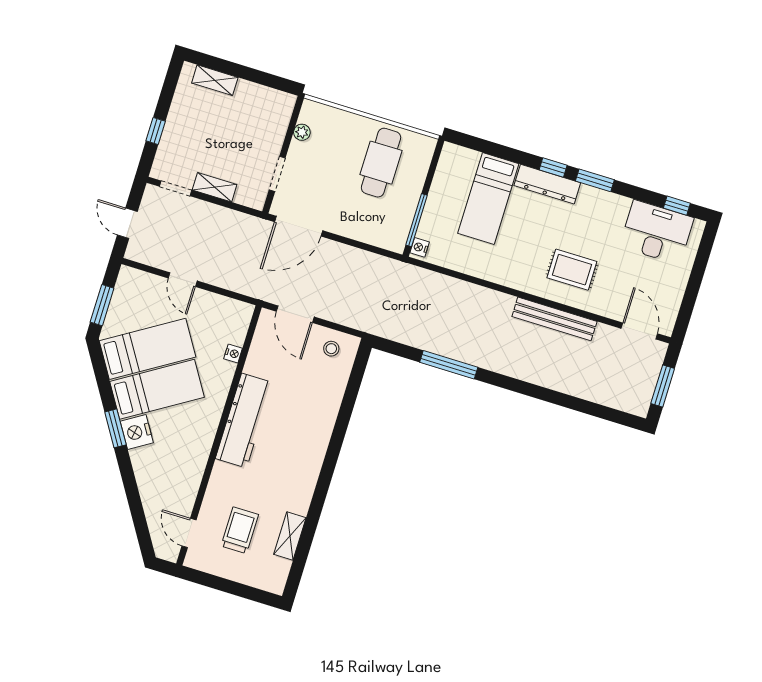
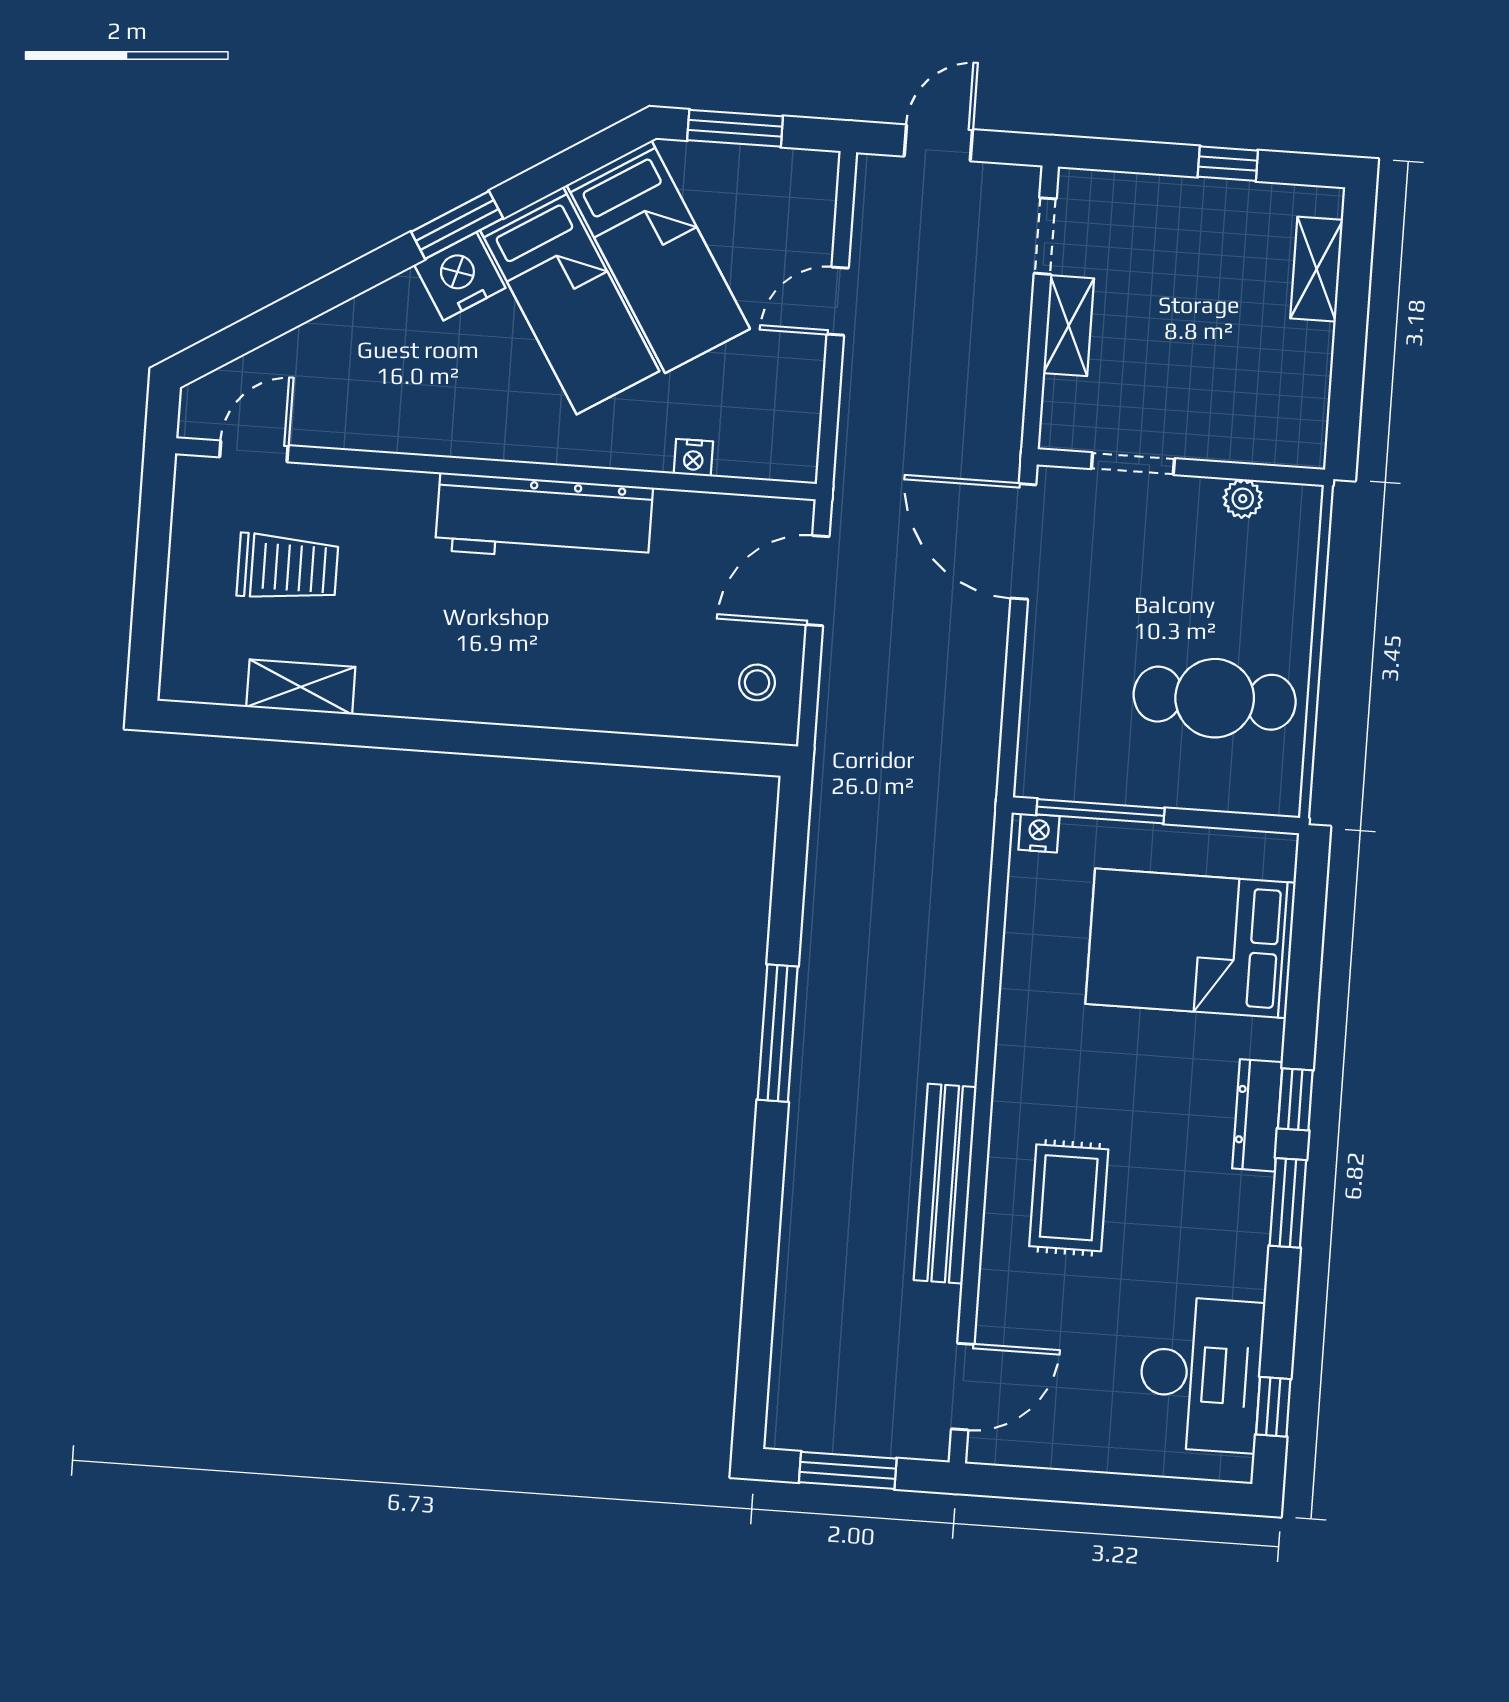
window: (156, 131) -> (1228, 164), moved
dresser: (547, 184) -> (1257, 1115), width x0.73, depth x0.80
bed: (488, 198) -> (1190, 943), width x1.50
window: (449, 365) -> (778, 1033), moved

